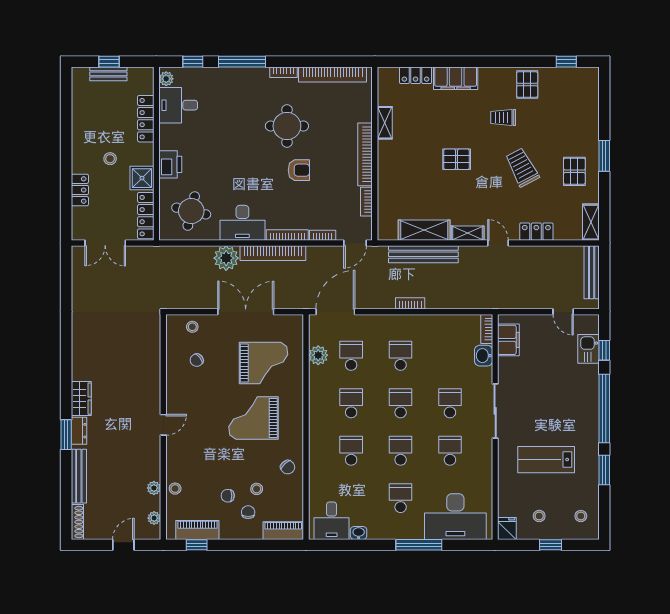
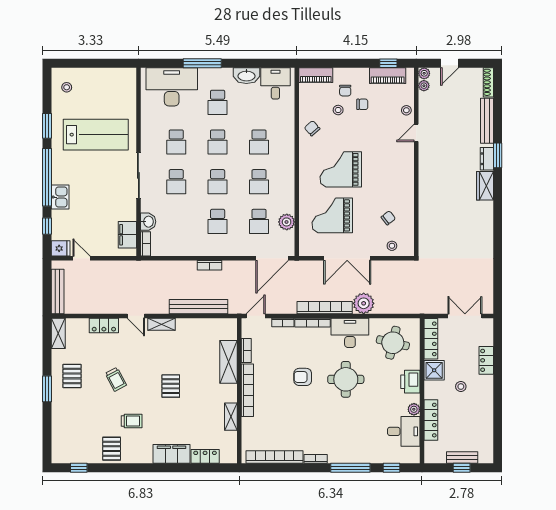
plant: (166, 79) -> (414, 409), moved
round table: (287, 126) -> (346, 379), moved
pallet: (457, 159) -> (171, 386), turned 90
trolley: (522, 167) -> (116, 379), width x0.73, depth x0.72
shelving: (424, 230) -> (228, 362), moved, turned 90
kitchen sink: (589, 349) -> (60, 197), moved
grand piano: (254, 418) -> (341, 169), turned 180
door: (163, 425) -> (416, 133), moved
lab bench: (546, 460) -> (96, 135), width x1.36, depth x1.39
plant: (154, 488) -> (424, 73), moved
stool: (539, 516) -> (102, 87), removed
fridge: (507, 529) -> (61, 248), moved, turned -90
washbasin: (359, 533) -> (246, 76), width x1.91, depth x1.45
window: (550, 545) -> (92, 63), removed

